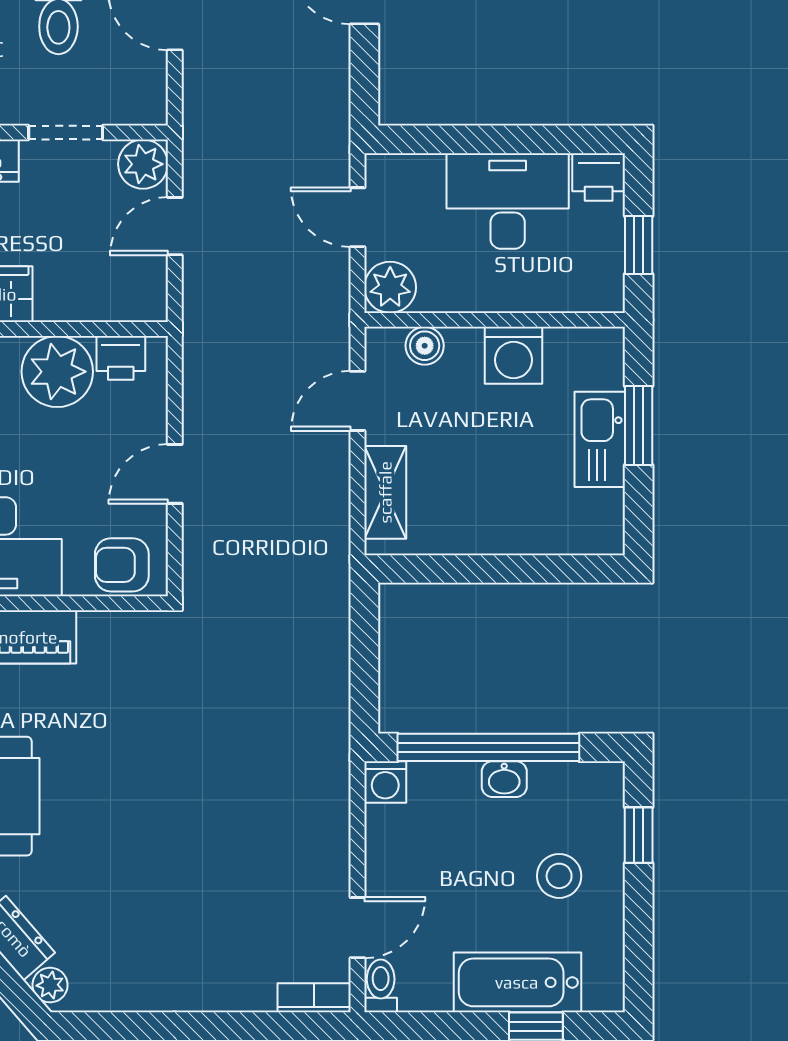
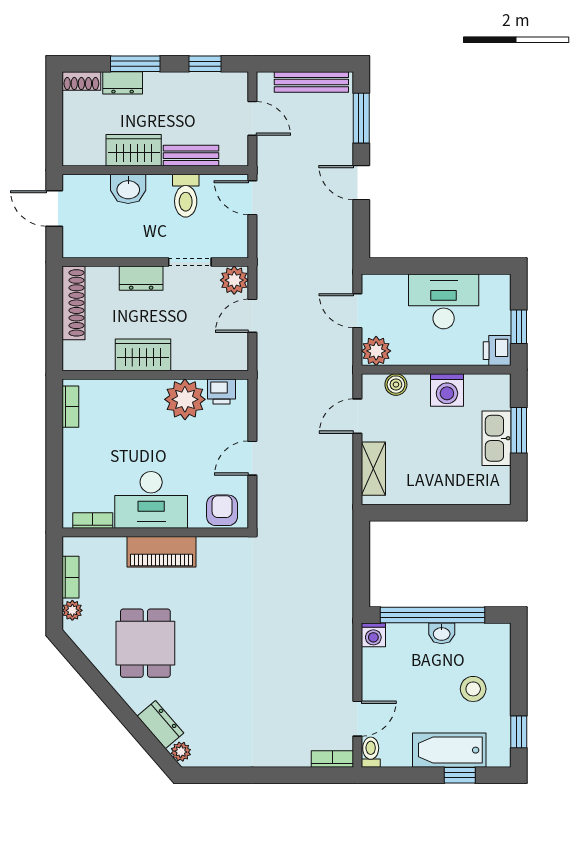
printer: (599, 177) -> (497, 351), moved, turned 90
armchair: (122, 565) -> (222, 510), turned 90
window: (639, 835) -> (519, 732), moved

